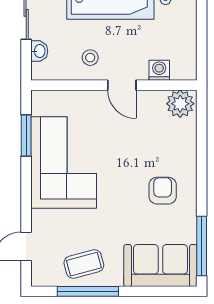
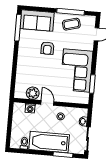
plant: (180, 104) -> (33, 93), moved
armchair: (163, 191) -> (47, 48), moved

